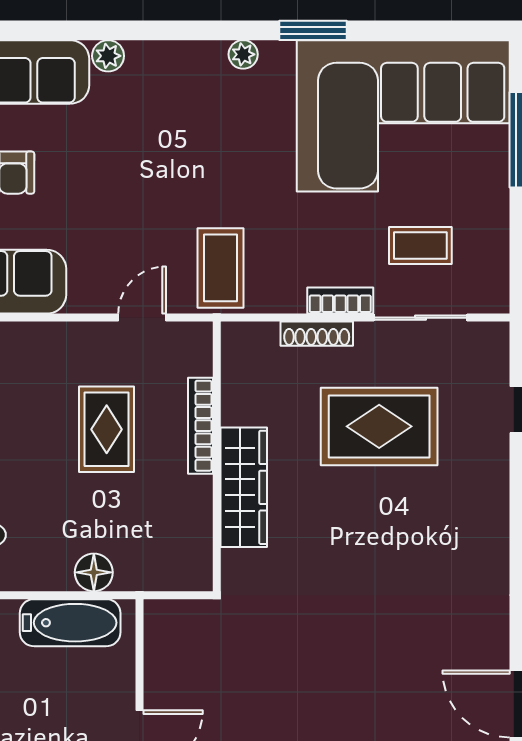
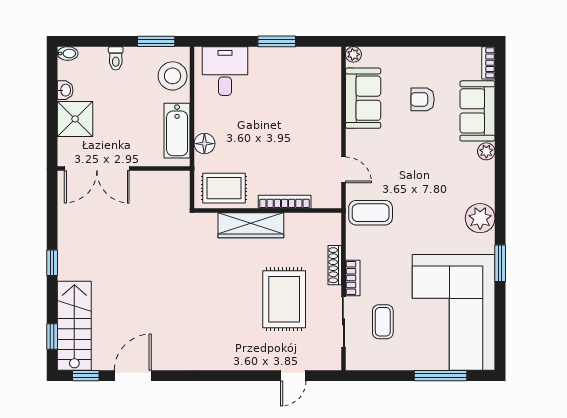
plant: (243, 54) -> (480, 218), width x1.87, depth x1.87
rug: (107, 429) -> (224, 188), moved

